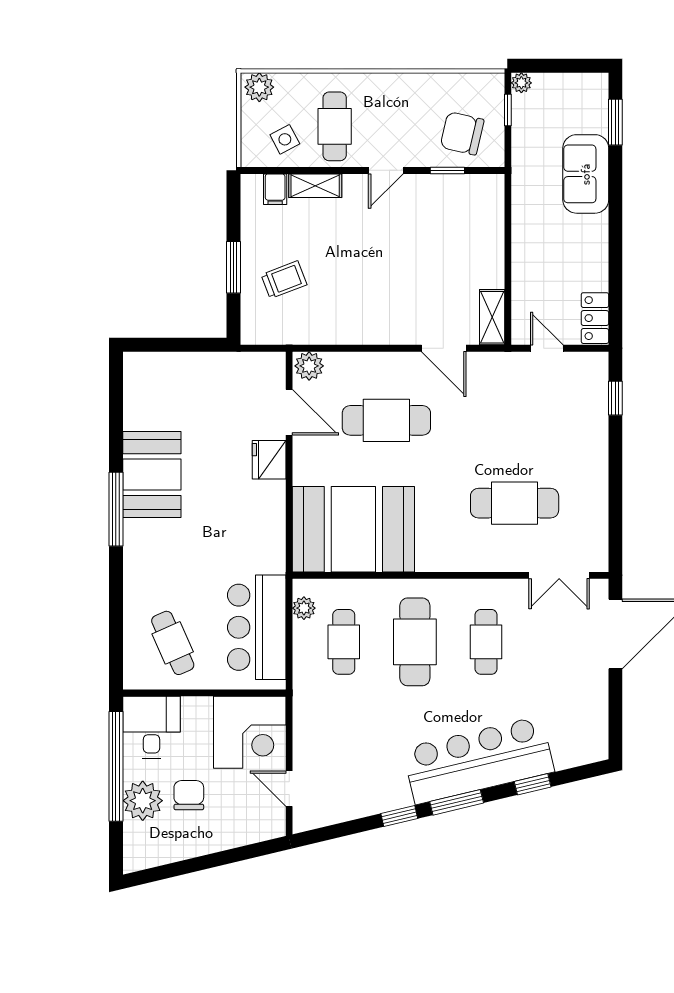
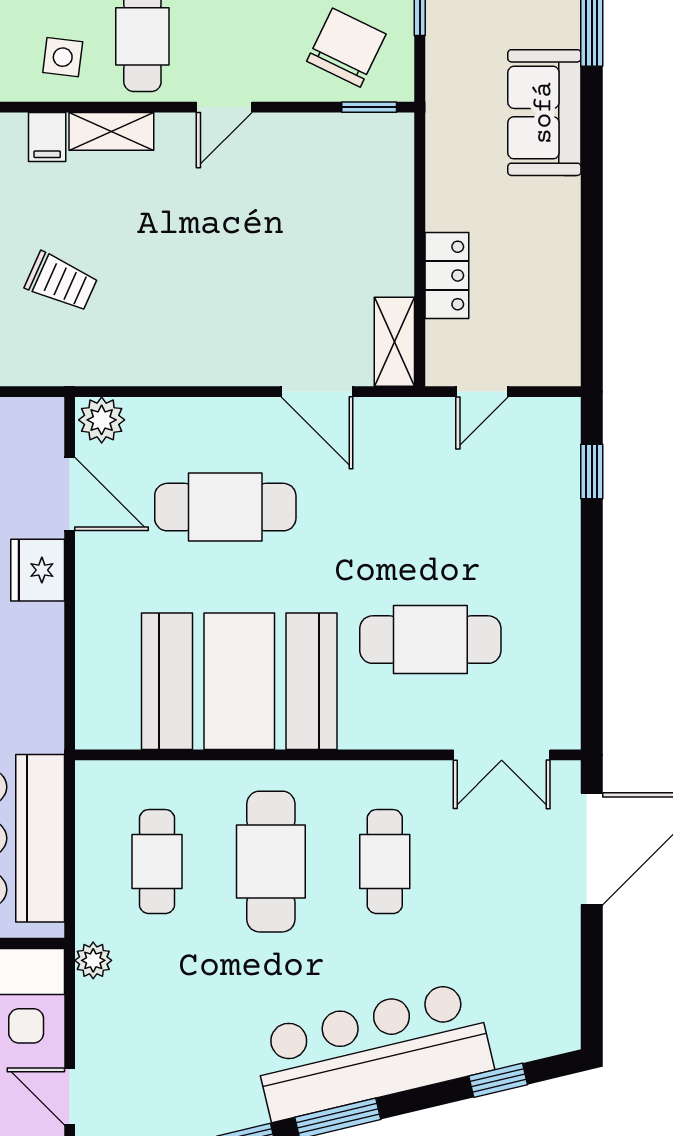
chair: (462, 133) -> (346, 48), turned 103
side table: (285, 139) -> (63, 57), turned 35
window: (447, 170) -> (369, 107), moved
trolley: (284, 280) -> (61, 282), turned 45
locker: (595, 318) -> (447, 275), moved, turned 180
door: (547, 348) -> (482, 392), swing flipped
booth: (353, 529) -> (239, 681), moved
plant: (304, 608) -> (93, 960), moved
window: (533, 784) -> (498, 1080), moved

